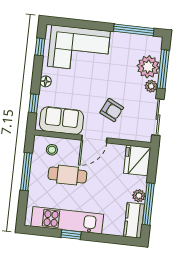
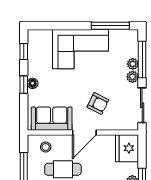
corner sofa: (79, 49) -> (80, 49), moved
plant: (148, 67) -> (133, 64), width x0.53, depth x0.53
window: (34, 103) -> (24, 85), moved

